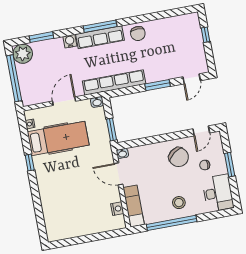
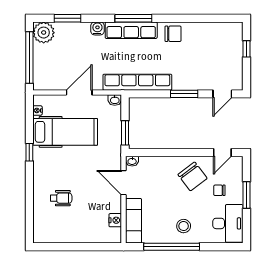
chair: (138, 34) -> (173, 34), turned -90
wheelchair: (65, 198) -> (61, 198), added

